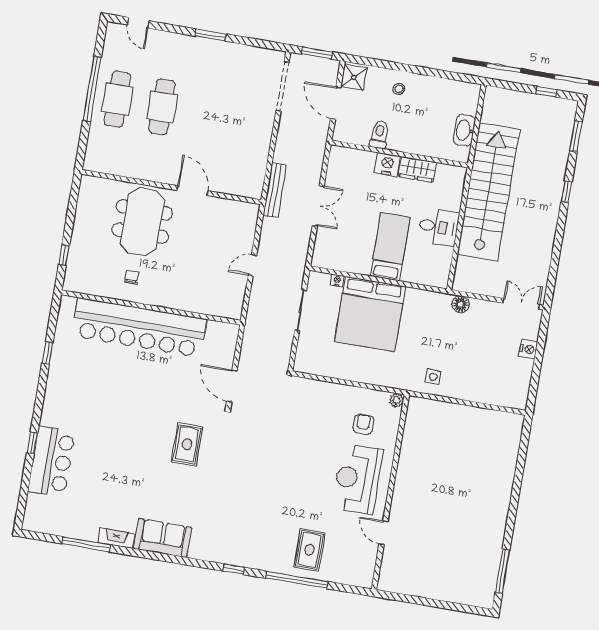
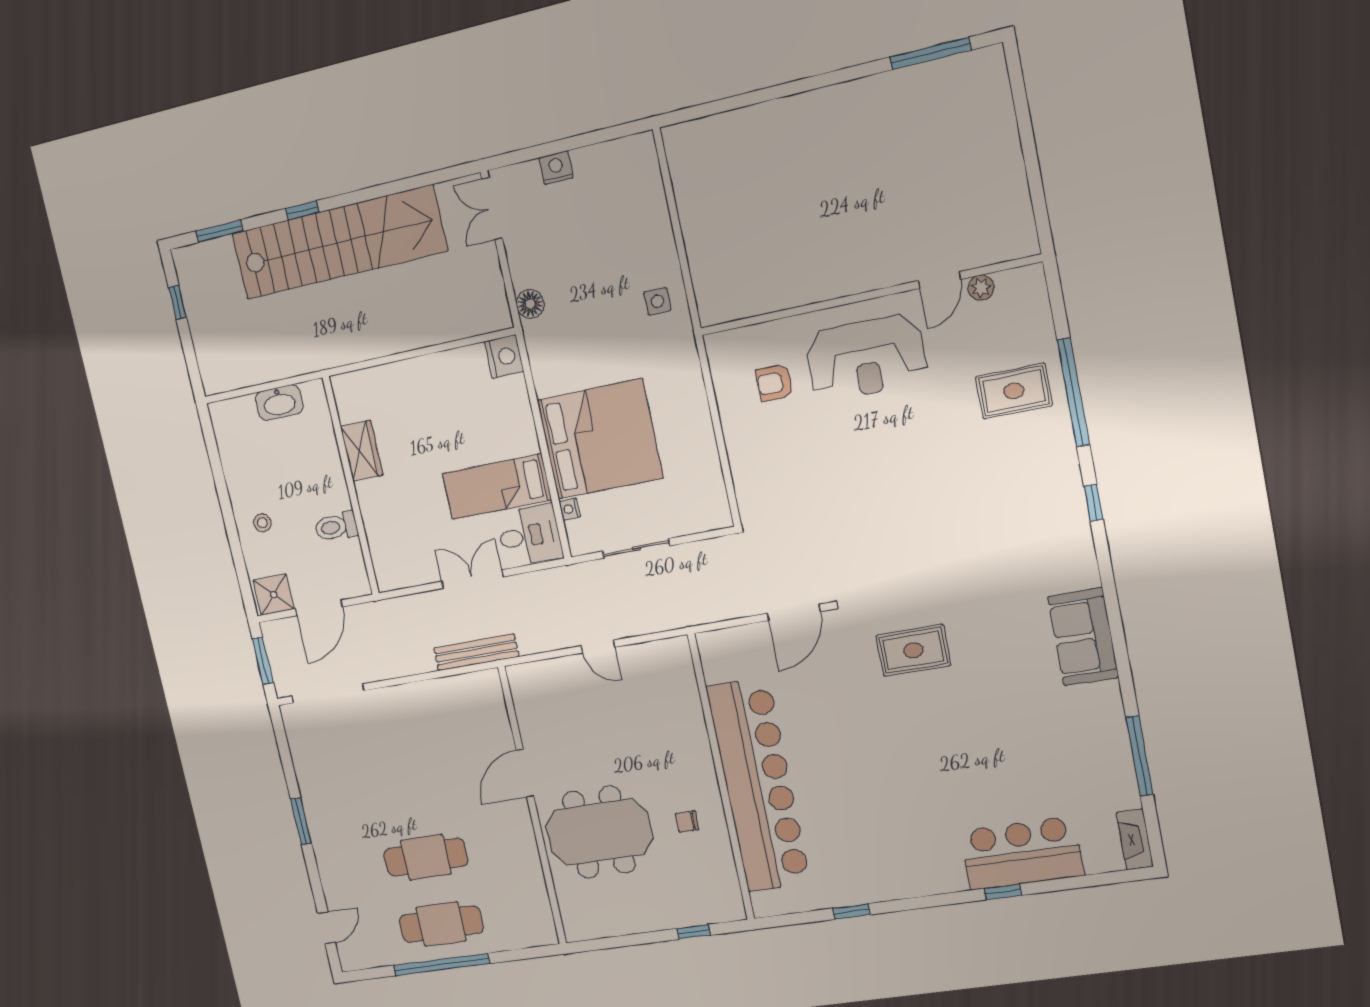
nightstand: (387, 164) -> (504, 357), moved, turned 180
stairs: (488, 192) -> (339, 242), moved, turned 180
desk: (439, 227) -> (529, 535), moved, turned 90
bed: (390, 247) -> (497, 487), moved
plant: (397, 400) -> (981, 288), moved
fireplace: (116, 538) -> (1135, 839), moved

